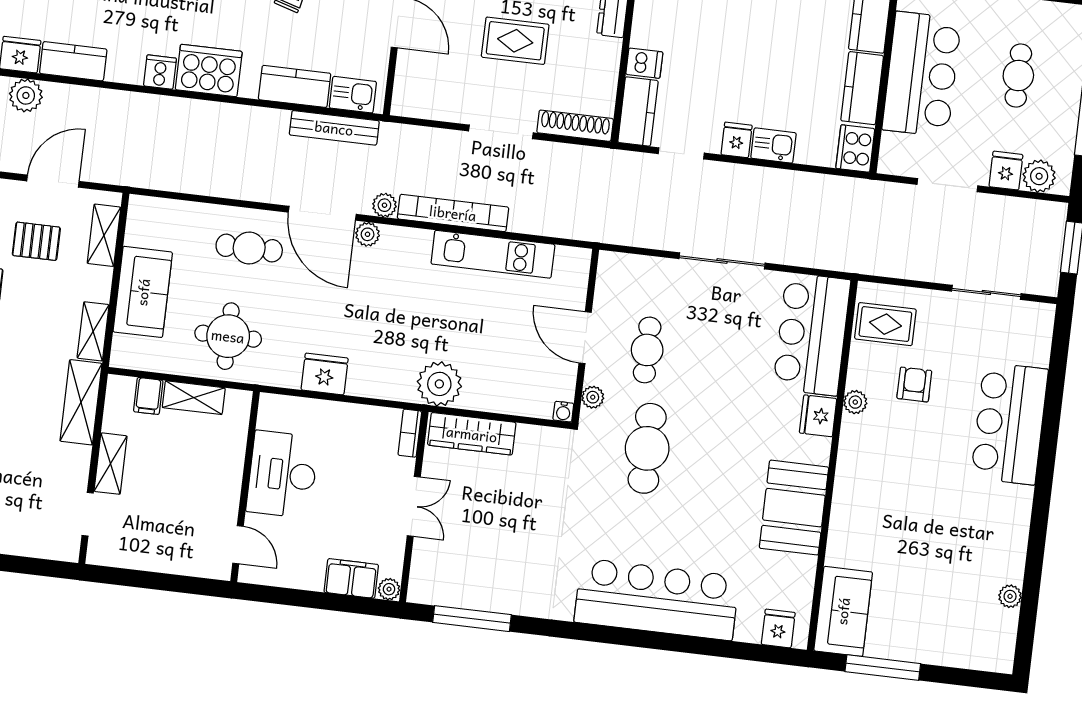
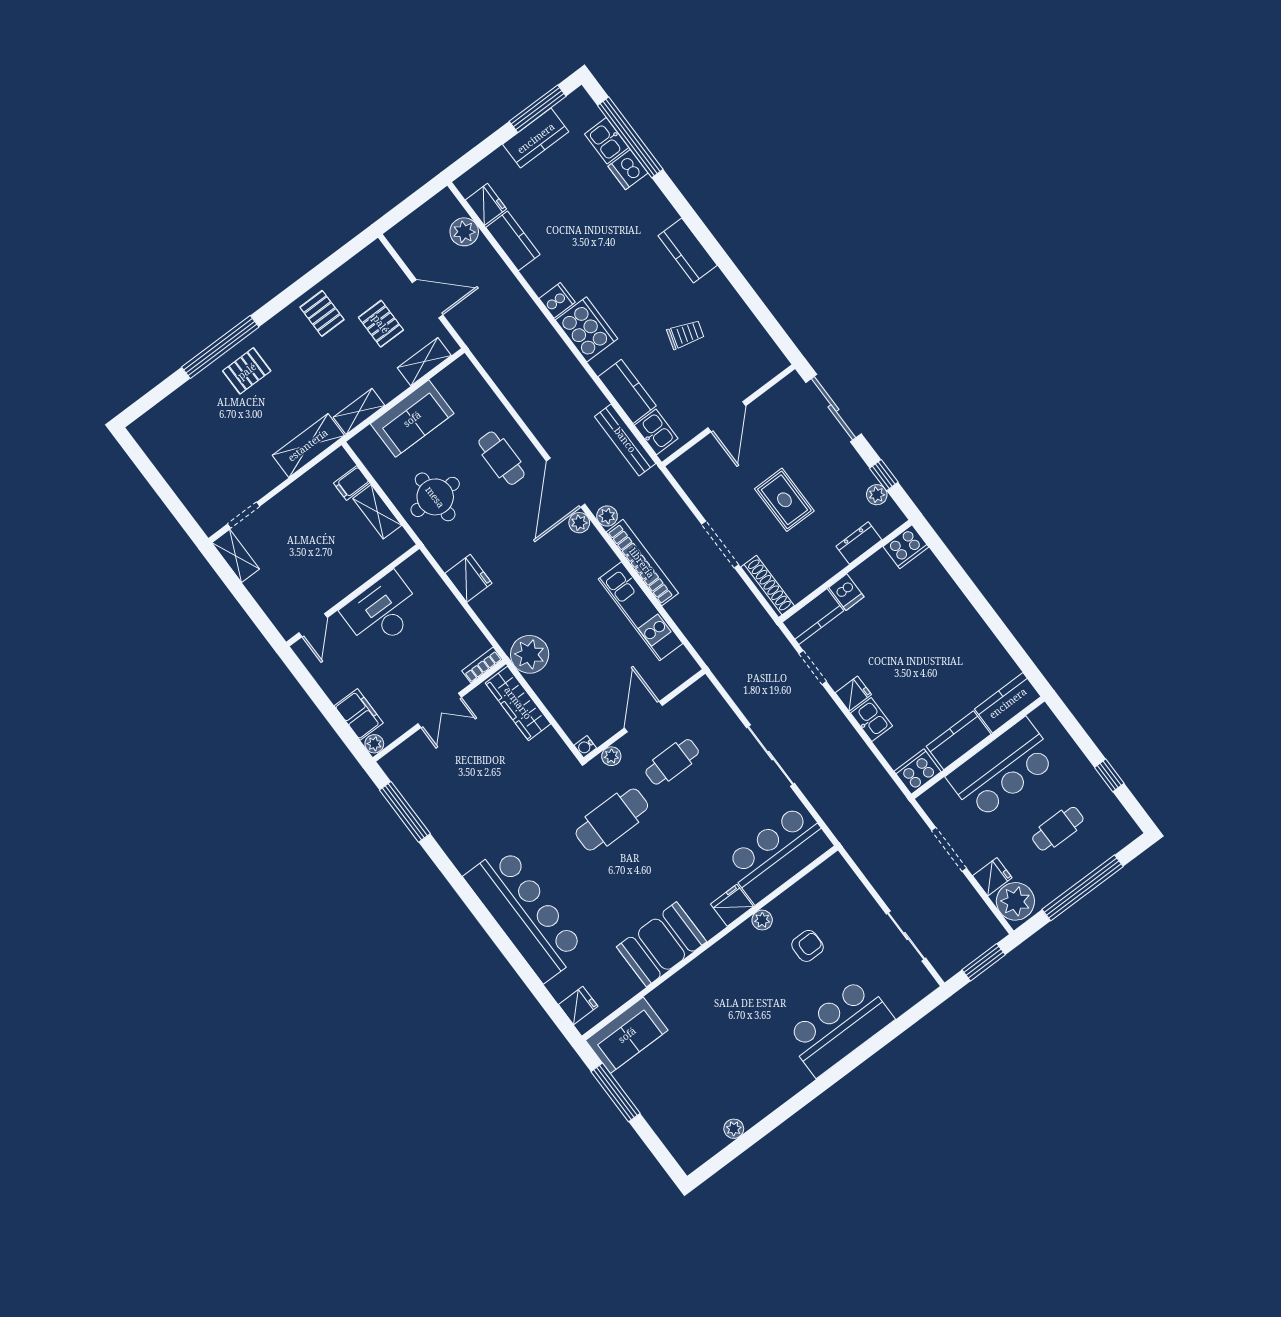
plant: (1039, 176) -> (1015, 901), width x1.36, depth x1.36
rug: (885, 324) -> (828, 893), removed
shelving: (110, 464) -> (236, 556), moved, turned 90

